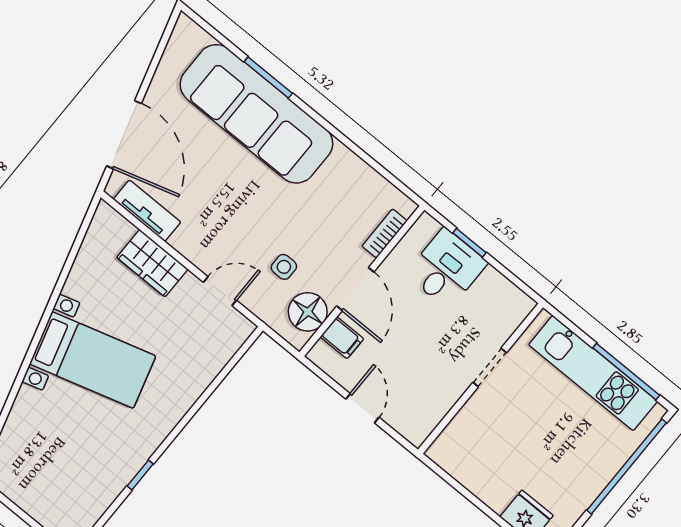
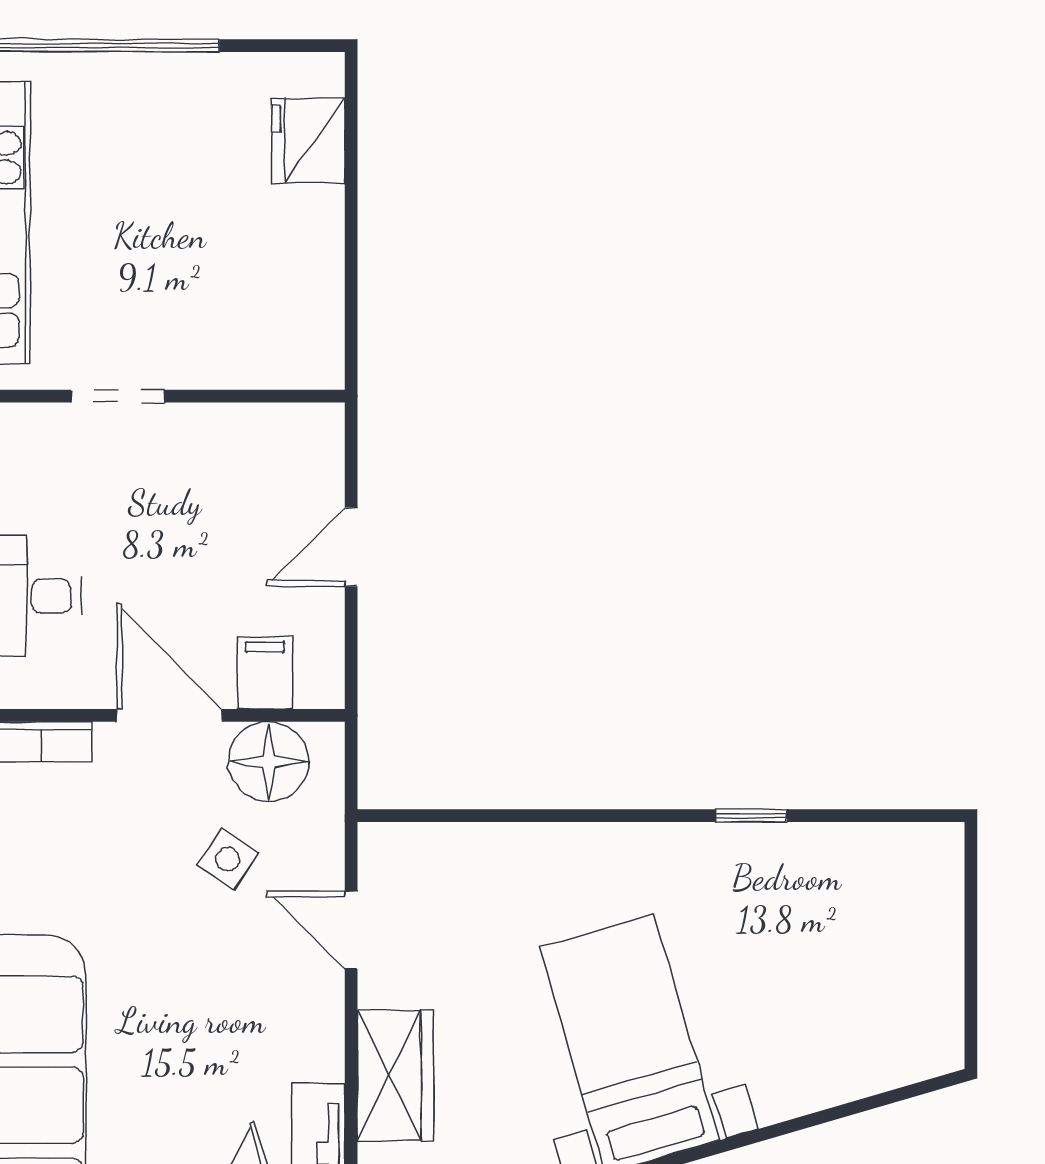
side table: (284, 267) -> (228, 859), turned 34
door: (355, 289) -> (169, 715), hinge flipped

